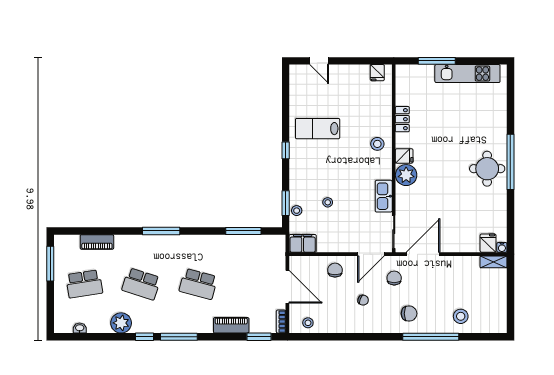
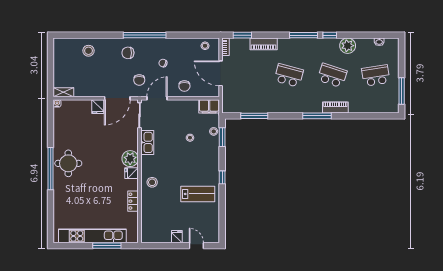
fridge: (377, 73) -> (177, 237), moved
kitchen unit: (467, 74) -> (92, 236), width x1.36
piano: (97, 242) -> (335, 107), moved
fridge: (488, 243) -> (98, 107), moved
window: (431, 337) -> (145, 35), moved

